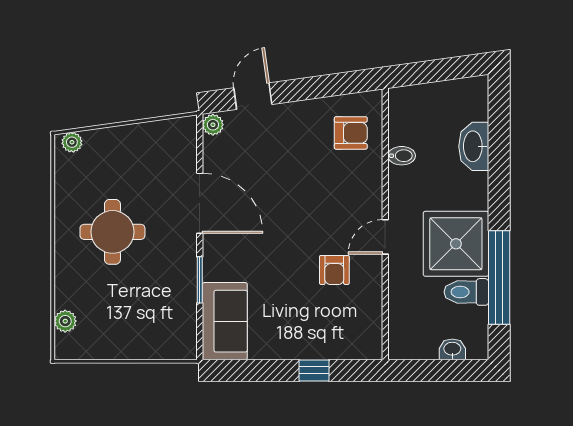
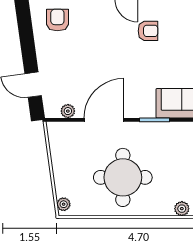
plant: (213, 125) -> (68, 111), moved
round table: (112, 232) -> (123, 177), width x1.36, depth x1.36

